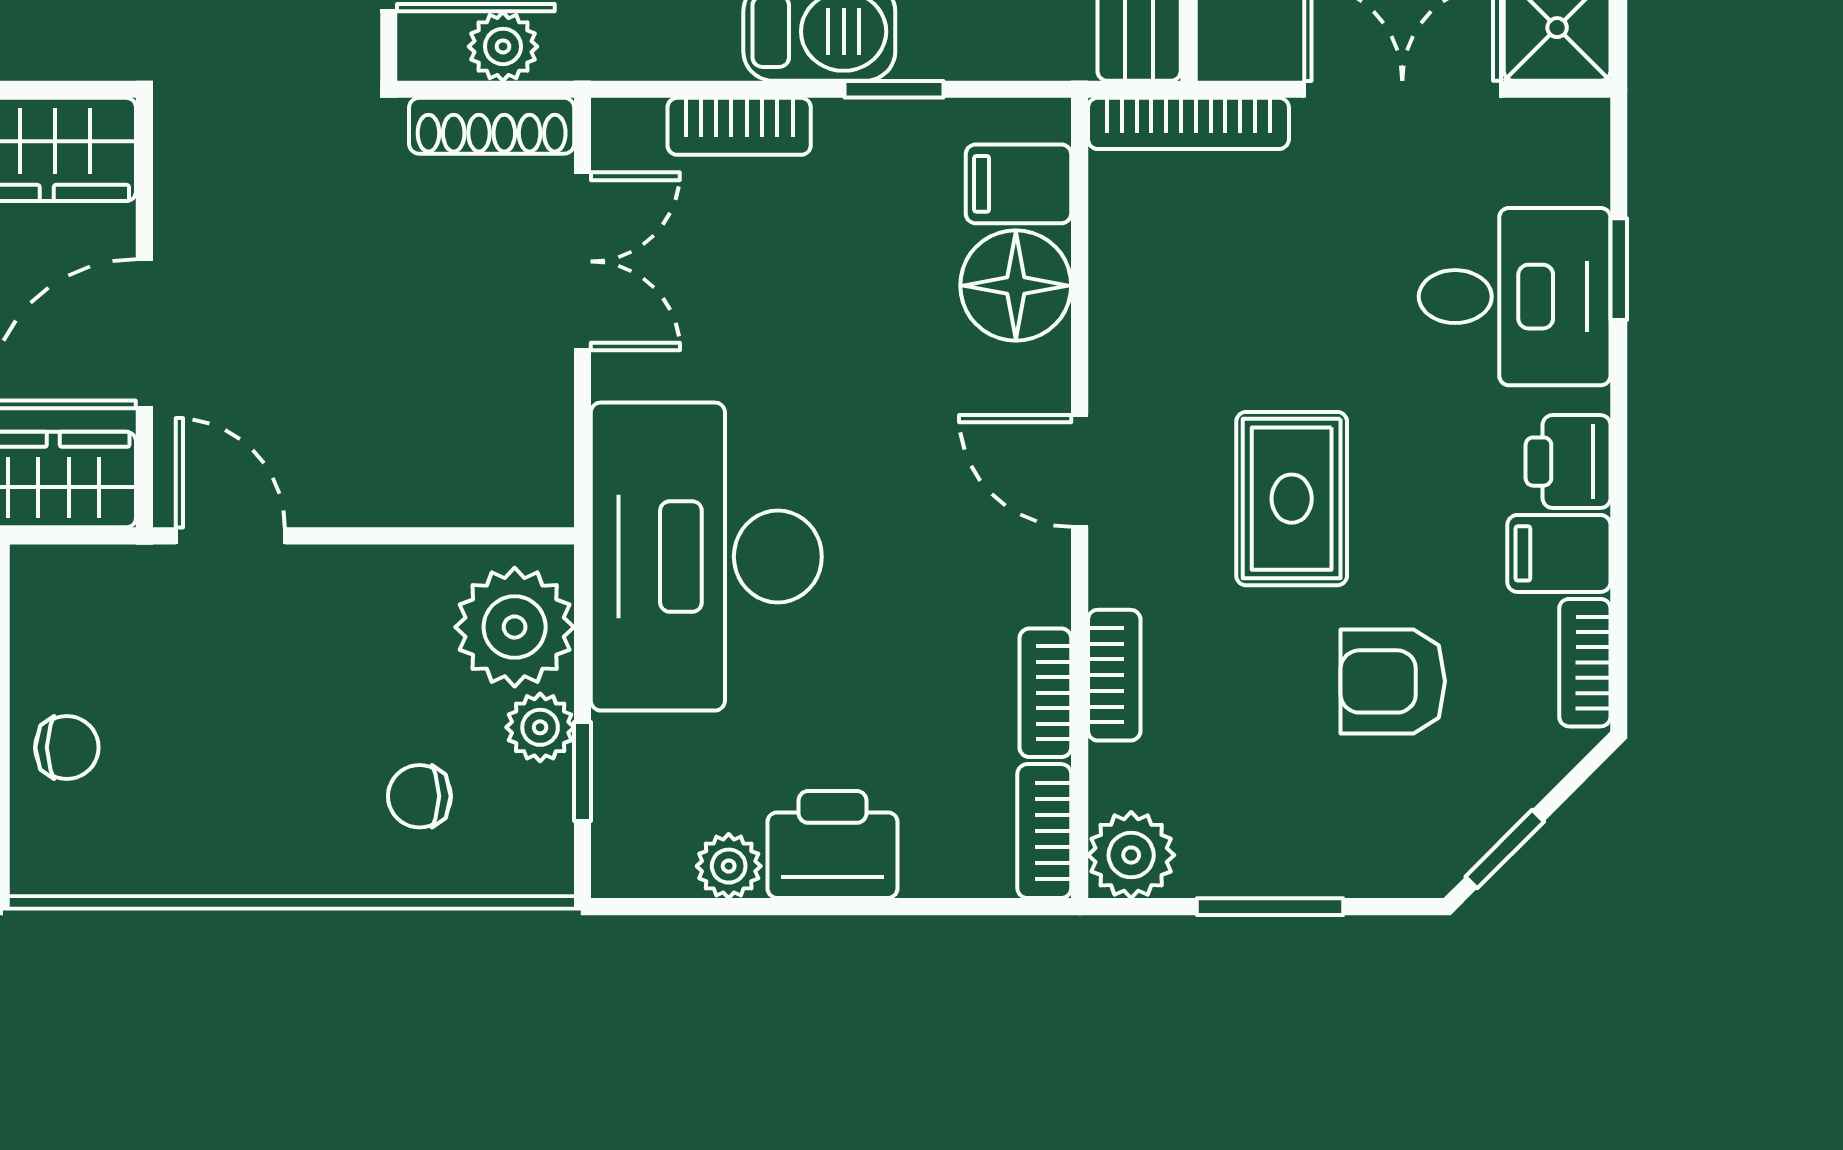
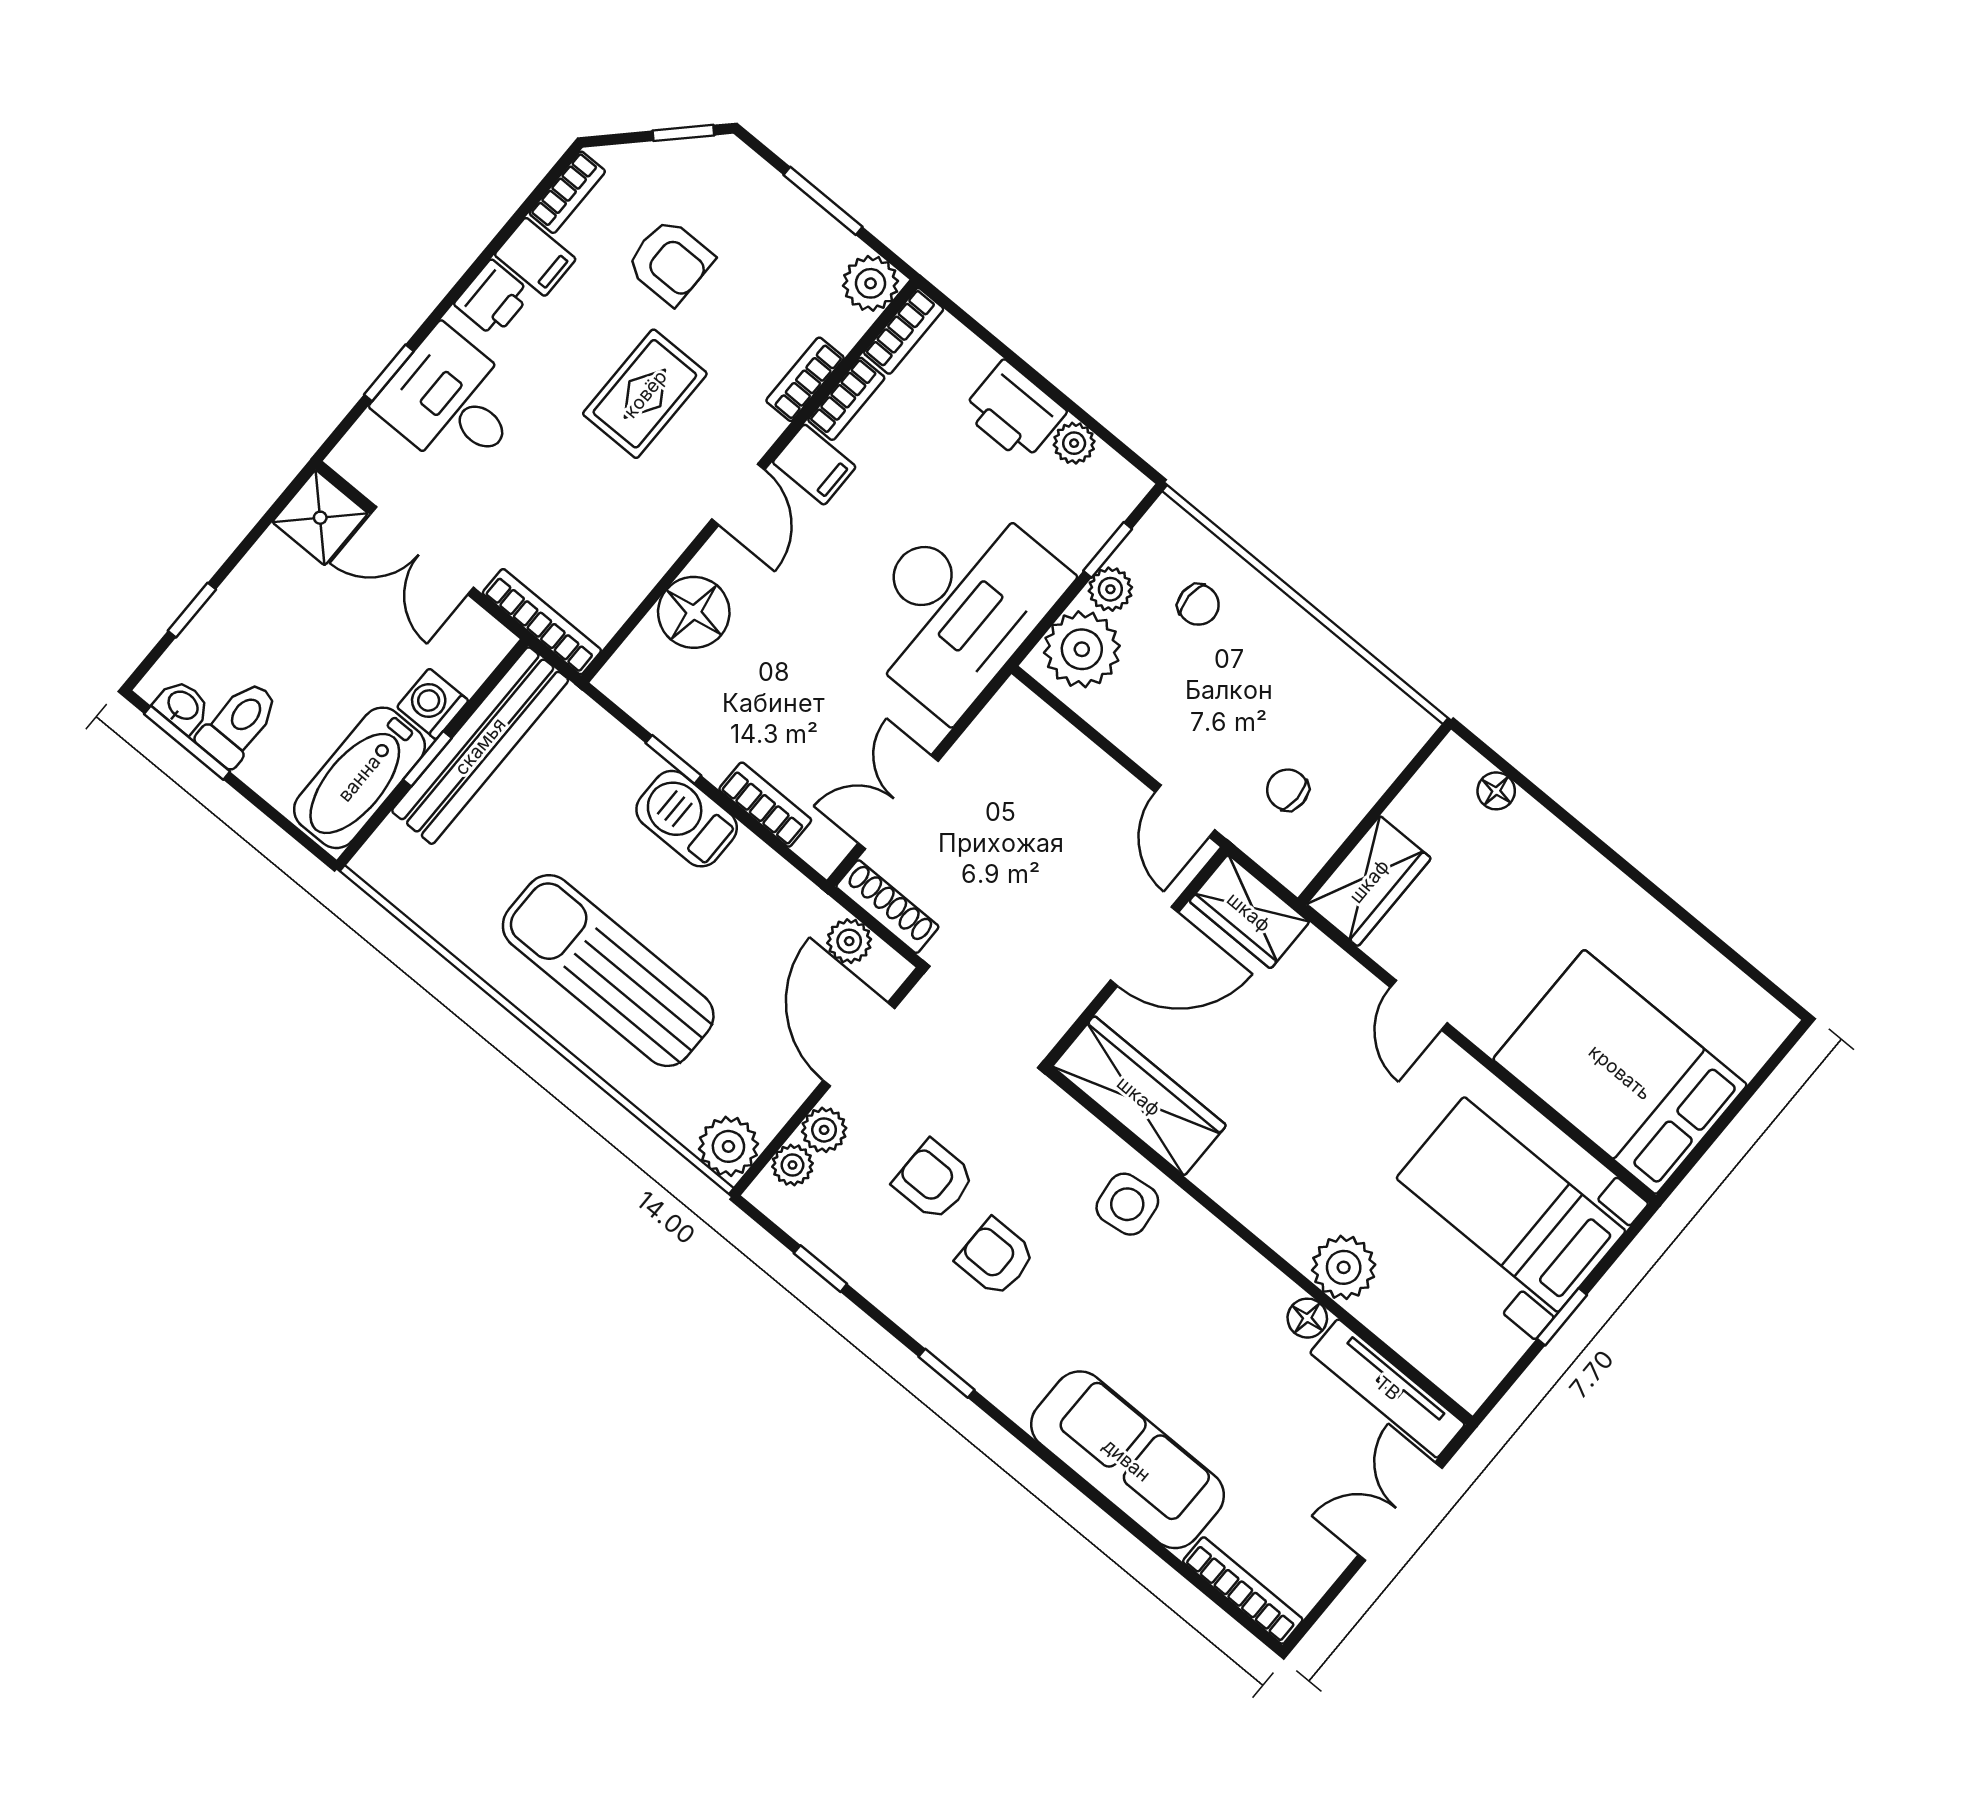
filing cabinet: (1018, 184) -> (814, 465), moved
chair: (67, 747) -> (1288, 790), moved

